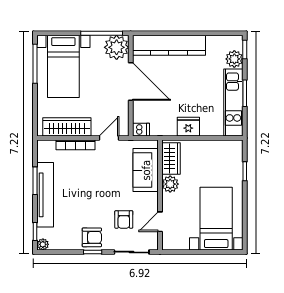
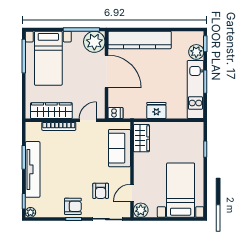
plant: (170, 184) -> (141, 210), moved

